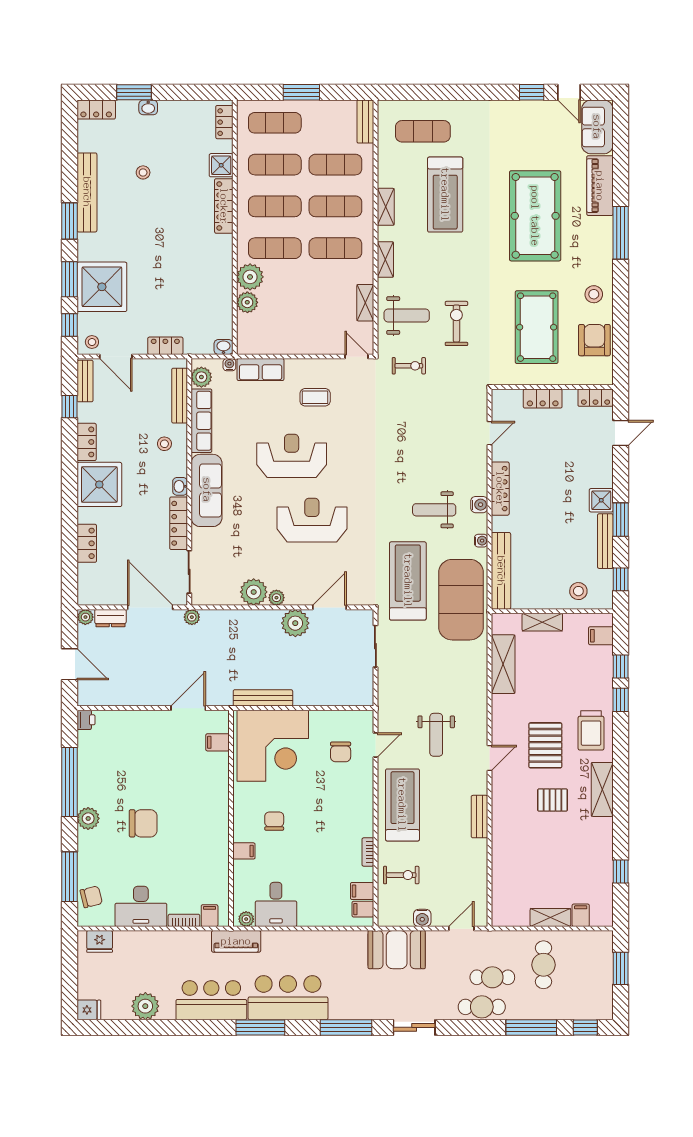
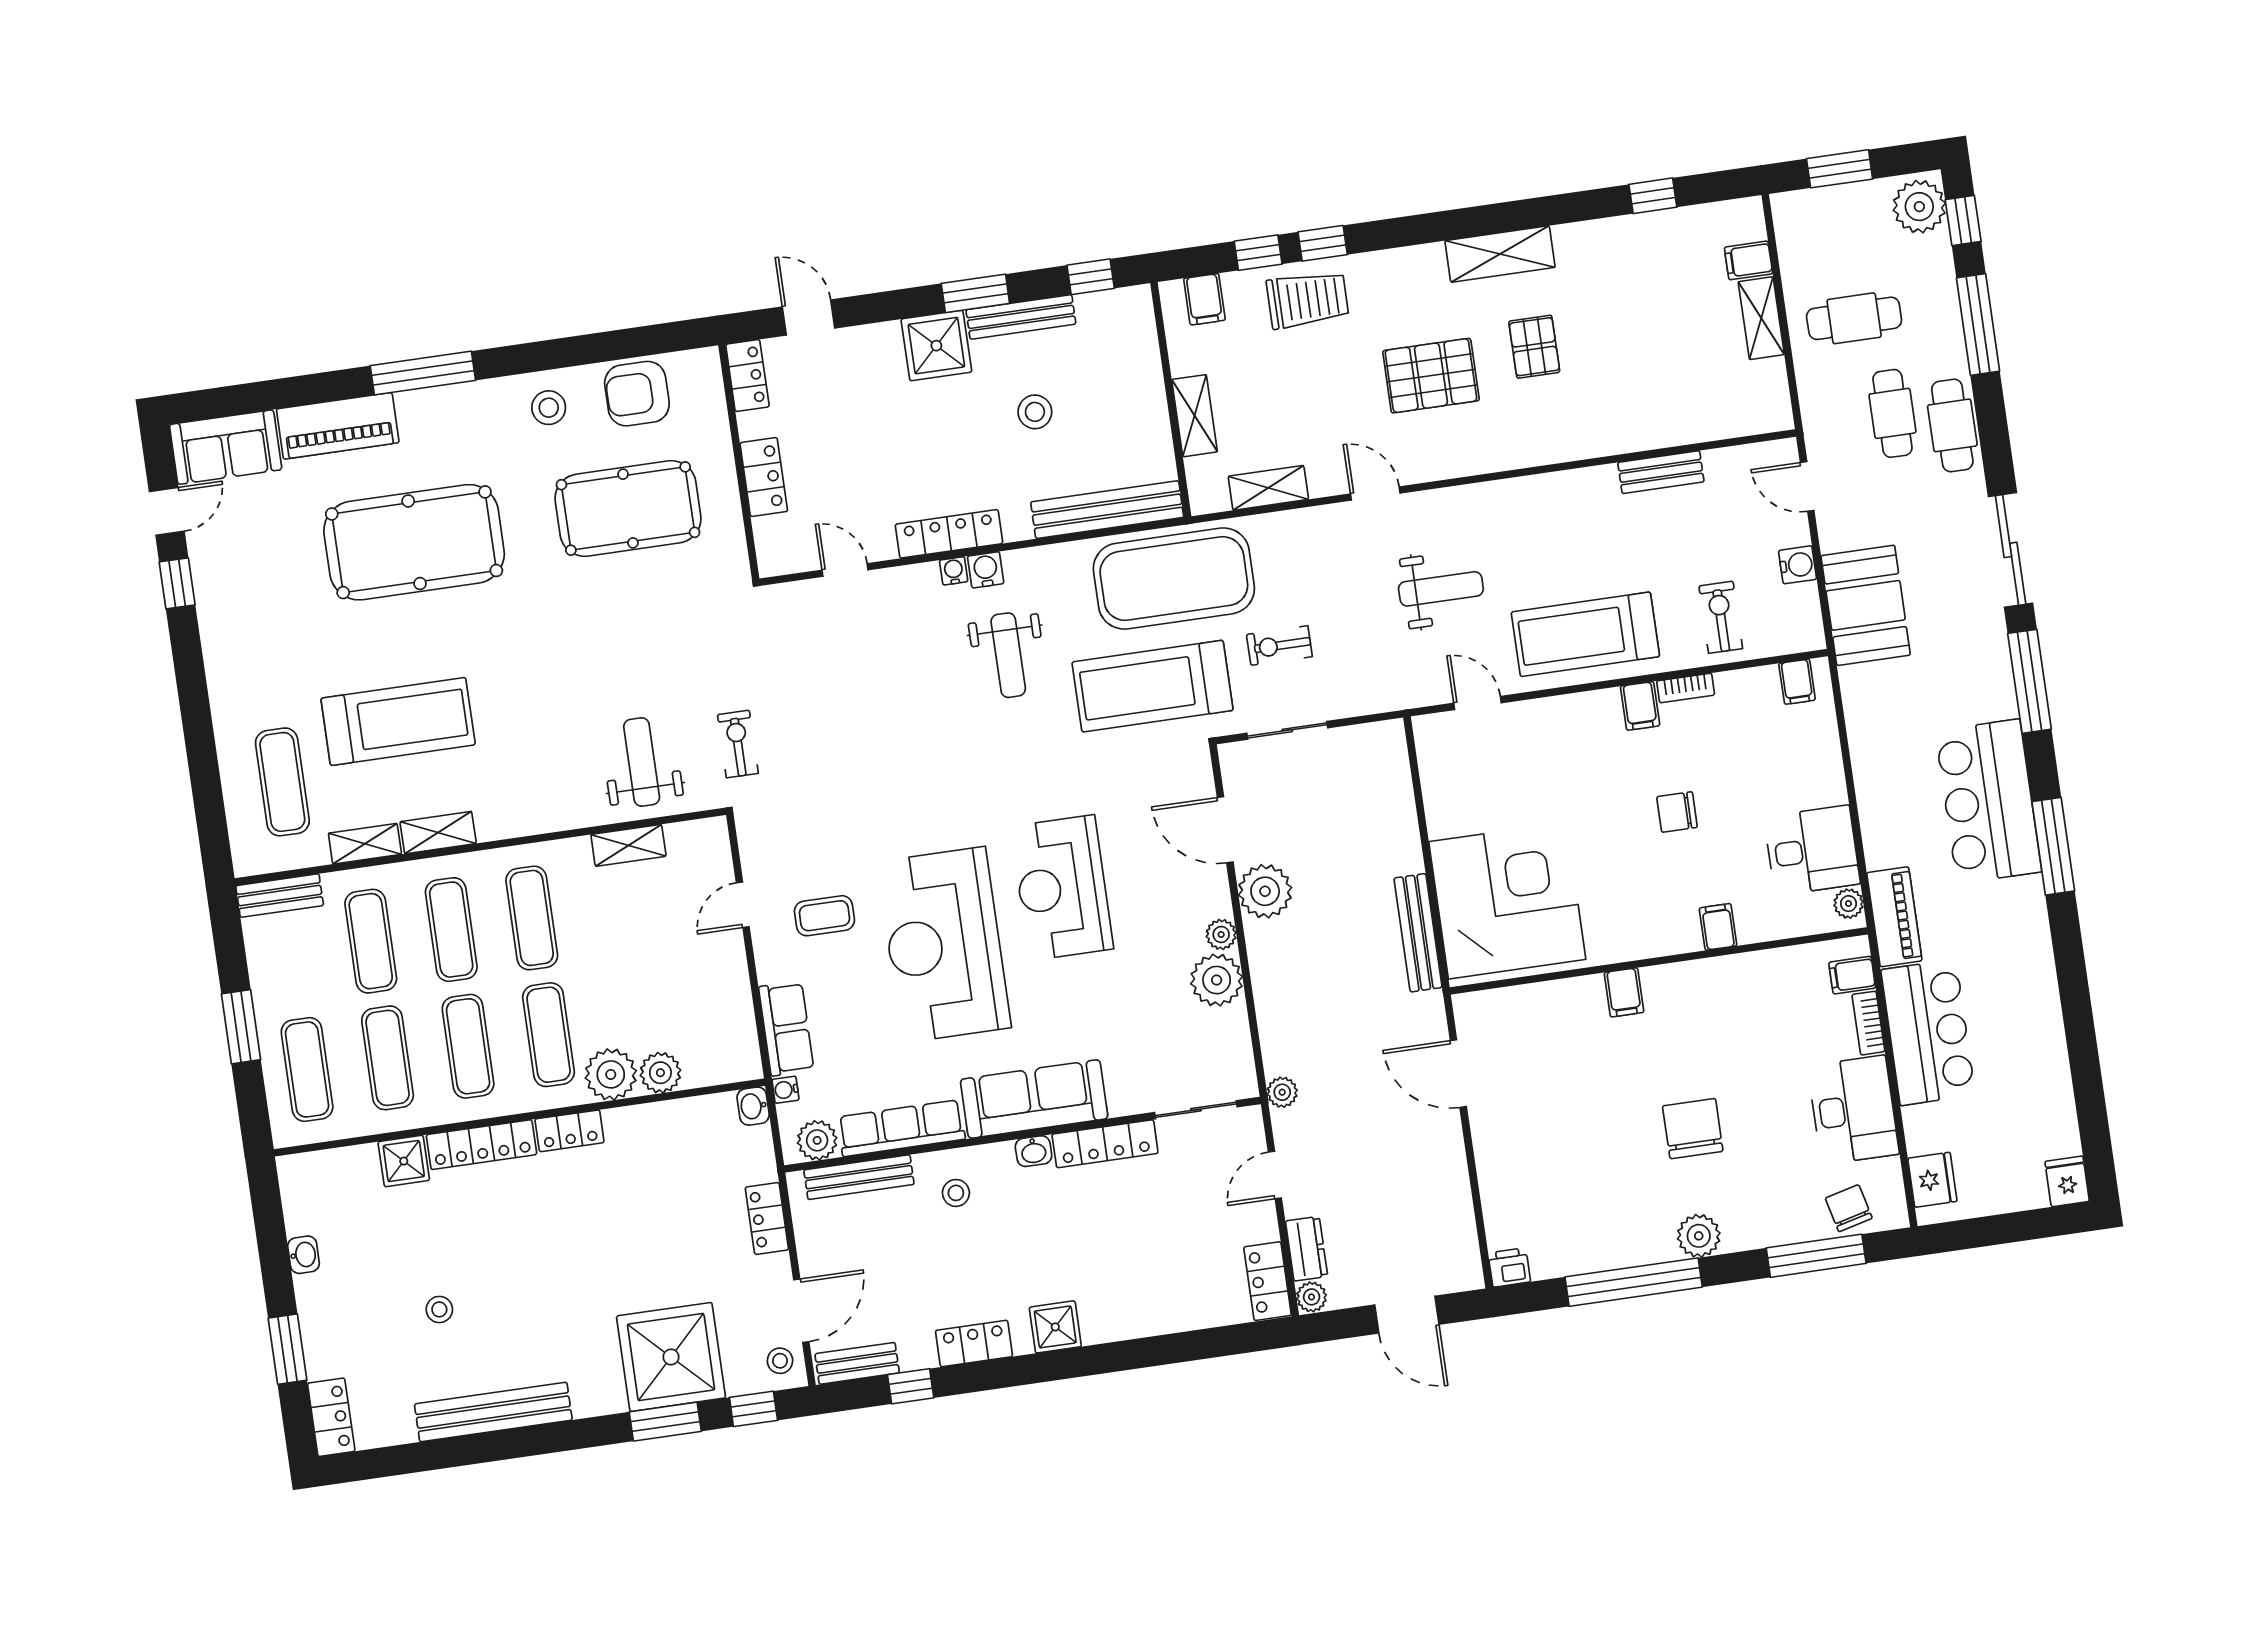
washbasin: (148, 107) -> (304, 1255), moved
locker: (224, 122) -> (570, 1131), moved
window: (69, 221) -> (553, 1438), removed
shelving: (385, 260) -> (365, 844), moved
exercise bike: (456, 323) -> (1279, 646), moved, width x0.73, depth x0.72
door: (356, 357) -> (743, 905), moved
coffee table: (315, 397) -> (824, 916), turned 90
reception desk: (292, 456) -> (944, 945), width x1.36, depth x1.30
shower: (99, 484) -> (1055, 1327), width x0.54, depth x0.54
shower: (601, 500) -> (936, 346), width x1.36, depth x1.36
water cooler: (481, 541) -> (954, 571), moved
locker: (87, 543) -> (1267, 1281), moved, turned -90
stool: (578, 591) -> (1035, 412), moved
door: (150, 607) -> (1275, 1175), width x0.53
door: (69, 664) -> (1407, 1315), swing flipped
shelving: (503, 664) -> (1268, 488), width x0.67, depth x0.75
trolley: (591, 730) -> (1308, 300), moved
filing cabinet: (217, 742) -> (1624, 992), moved
chair: (341, 752) -> (1500, 768), removed
door: (489, 758) -> (1375, 494), moved
bench: (479, 817) -> (1661, 472), moved
chair: (274, 821) -> (1677, 812), moved
filing cabinet: (362, 891) -> (1640, 706), moved
bar counter: (211, 1000) -> (1928, 1032), moved, turned 180
plant: (145, 1006) -> (1919, 207), moved
sliding door: (414, 1027) -> (2011, 550), width x1.37

